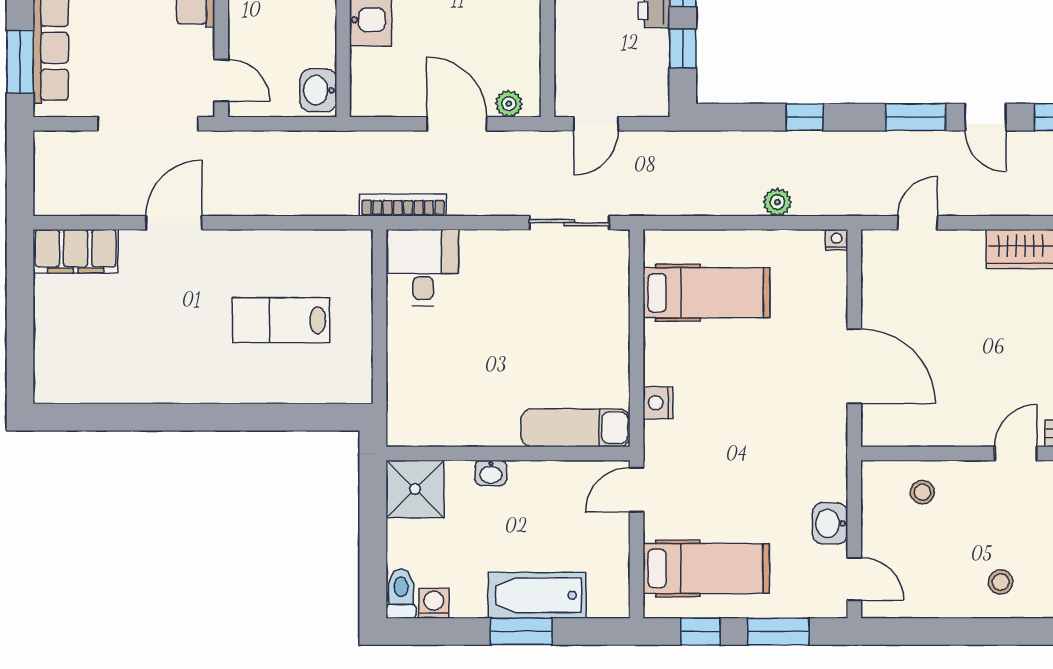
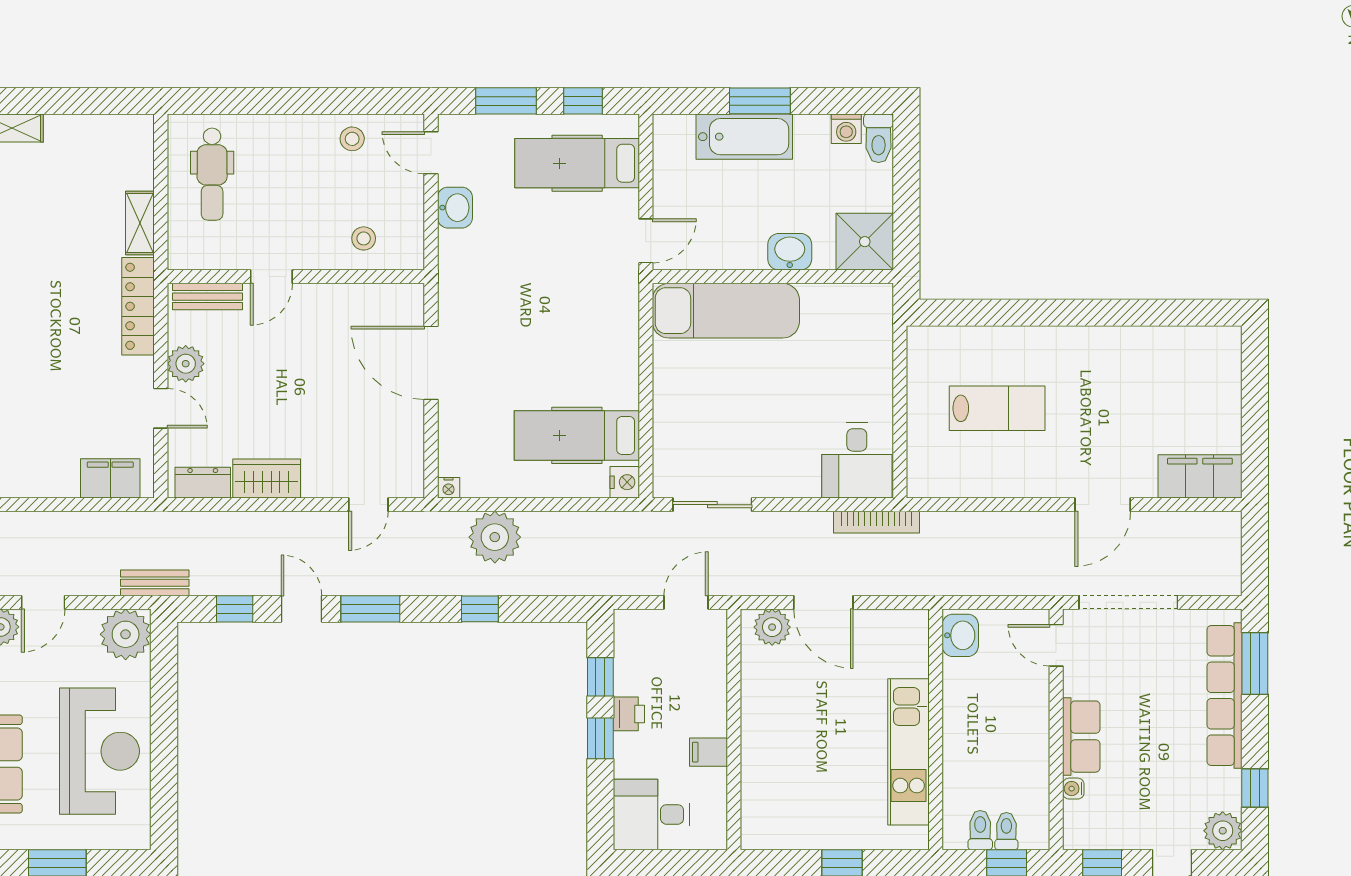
plant: (509, 104) -> (772, 627), width x1.38, depth x1.38
plant: (777, 202) -> (495, 537), width x1.87, depth x1.87
nightstand: (658, 403) -> (625, 482), moved
exam couch: (575, 428) -> (726, 311), width x1.36, depth x1.45
washbasin: (491, 473) -> (790, 252), width x1.38, depth x1.45
stool: (1001, 582) -> (352, 139), moved

